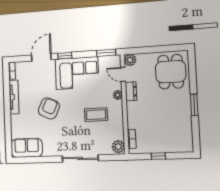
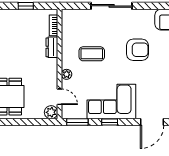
window: (65, 56) -> (110, 122), moved
dresser: (131, 91) -> (52, 47), moved
armchair: (49, 108) -> (138, 50), moved, turned -115
plant: (118, 147) -> (69, 17), removed

